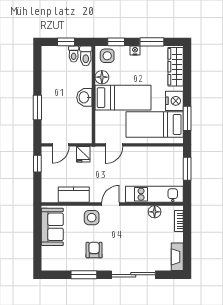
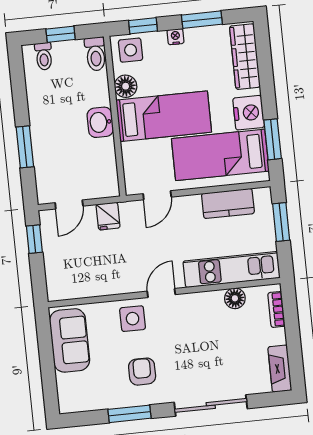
toilet: (74, 54) -> (44, 56), moved
kitchen counter: (74, 195) -> (228, 203), moved, turned 180

